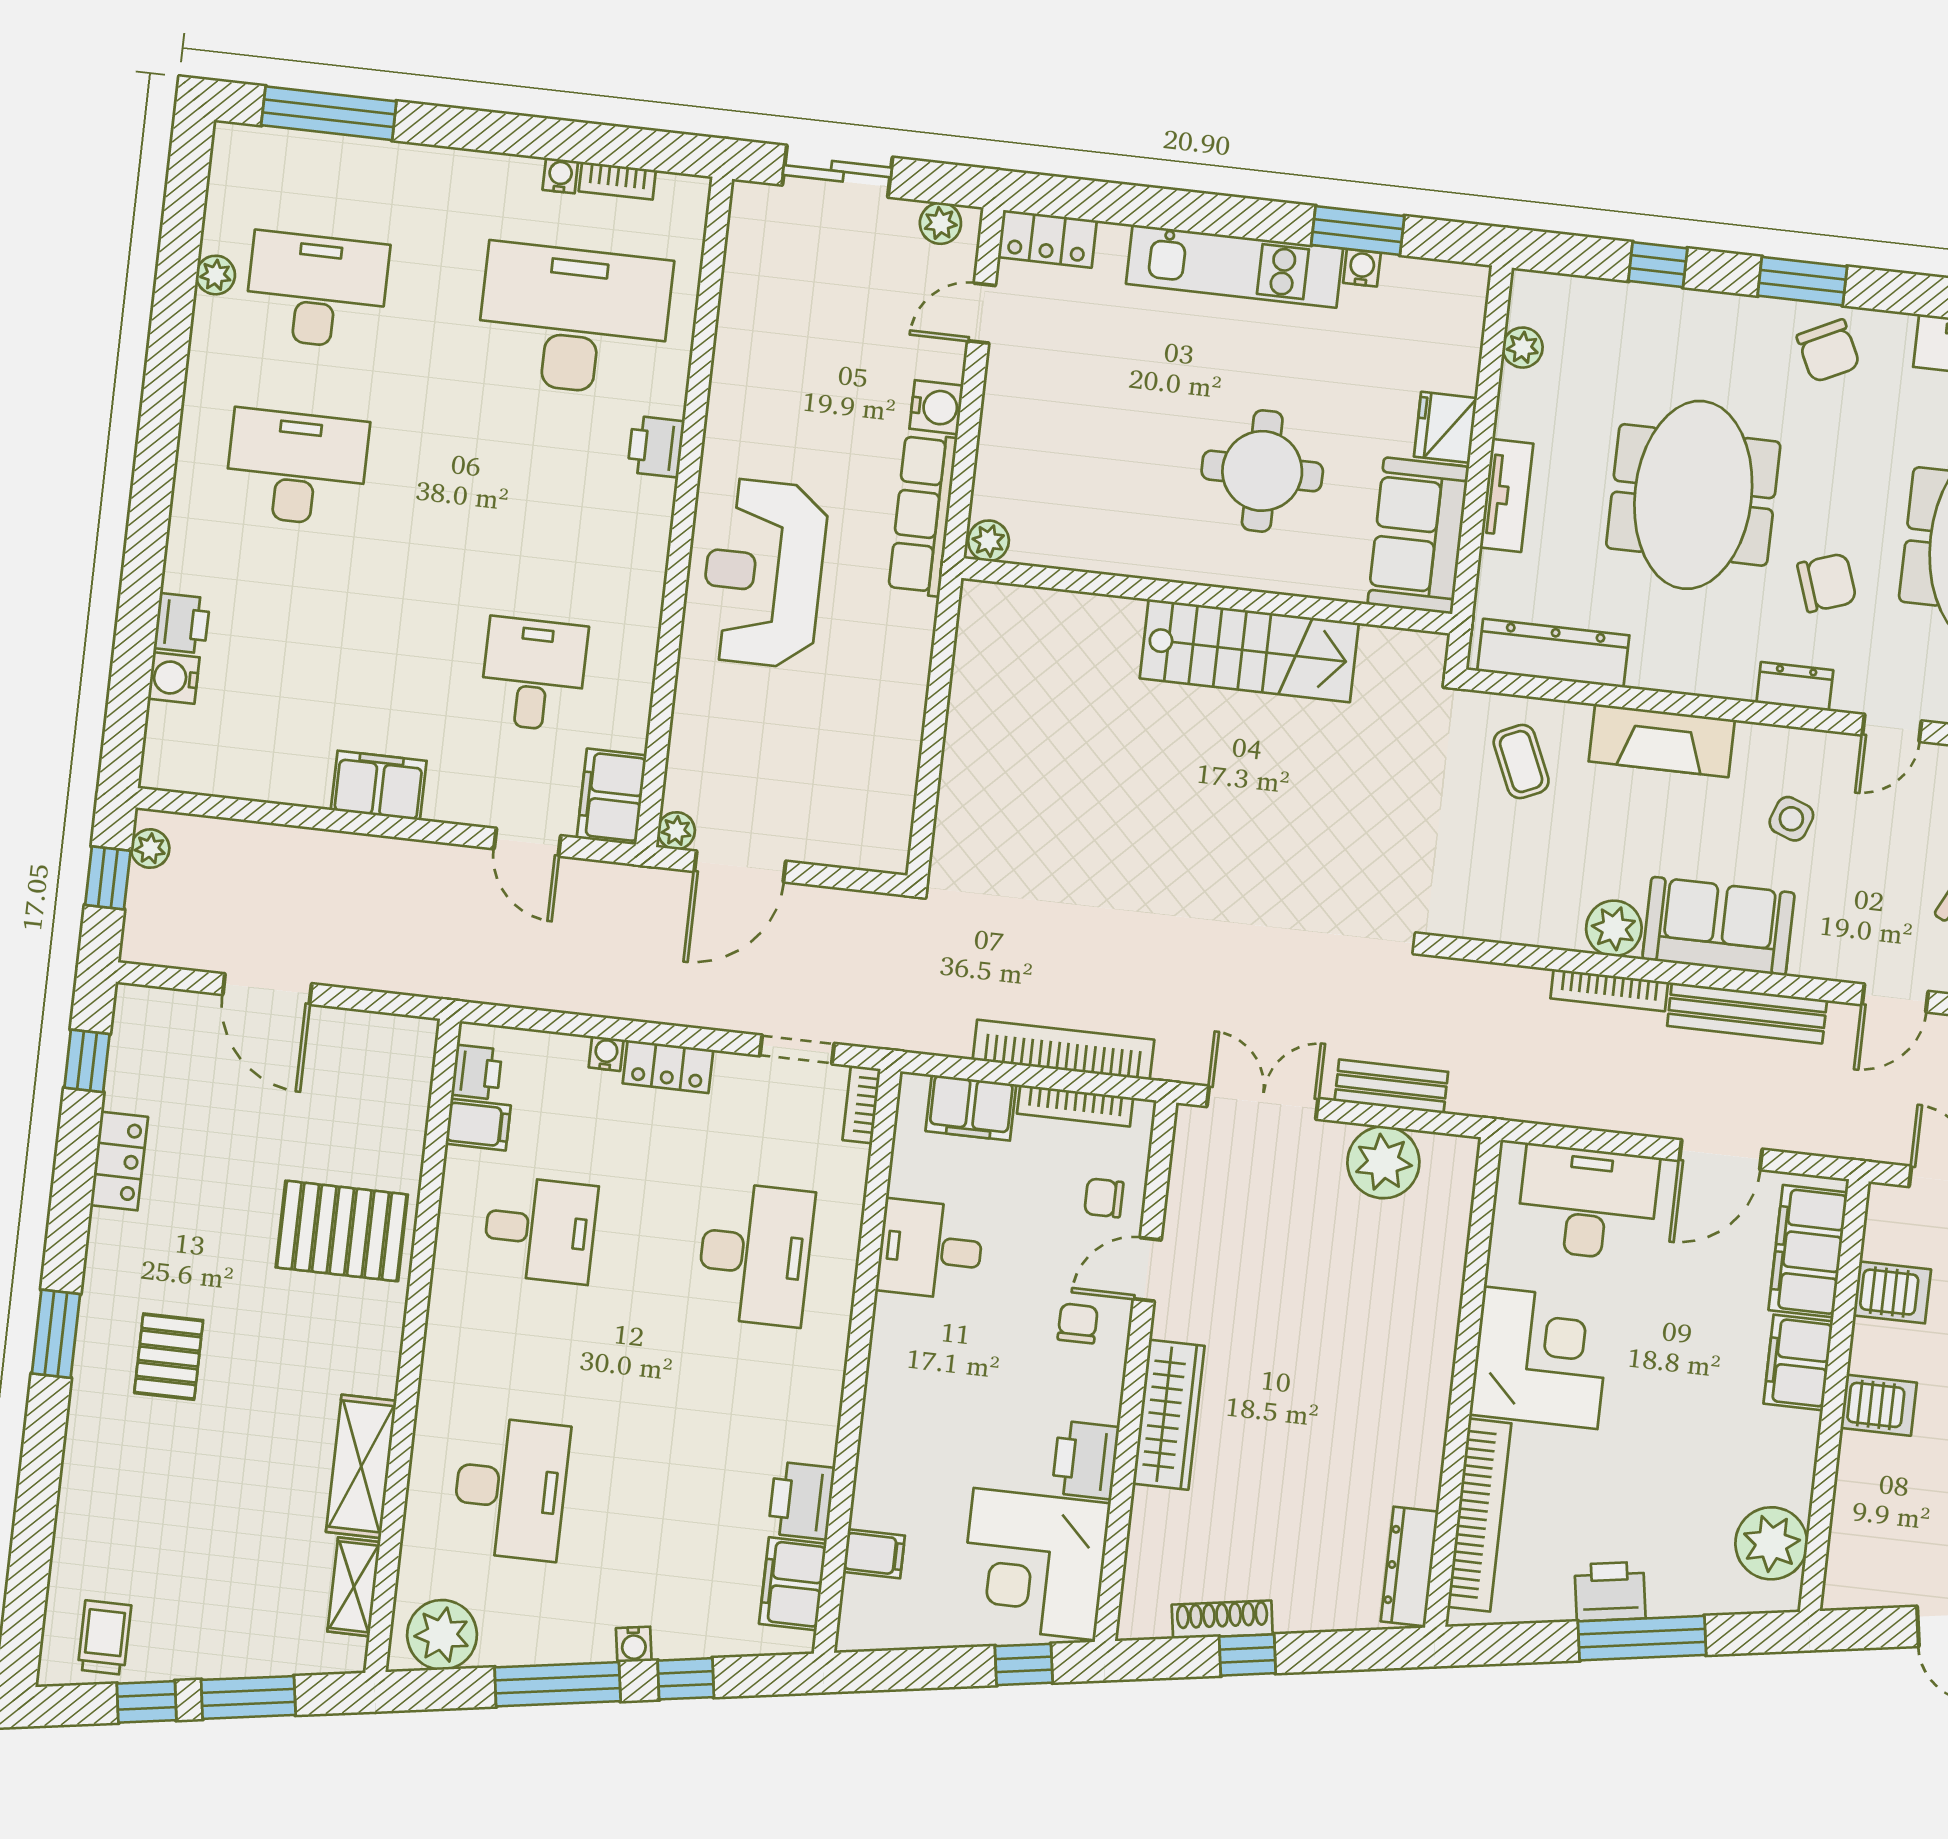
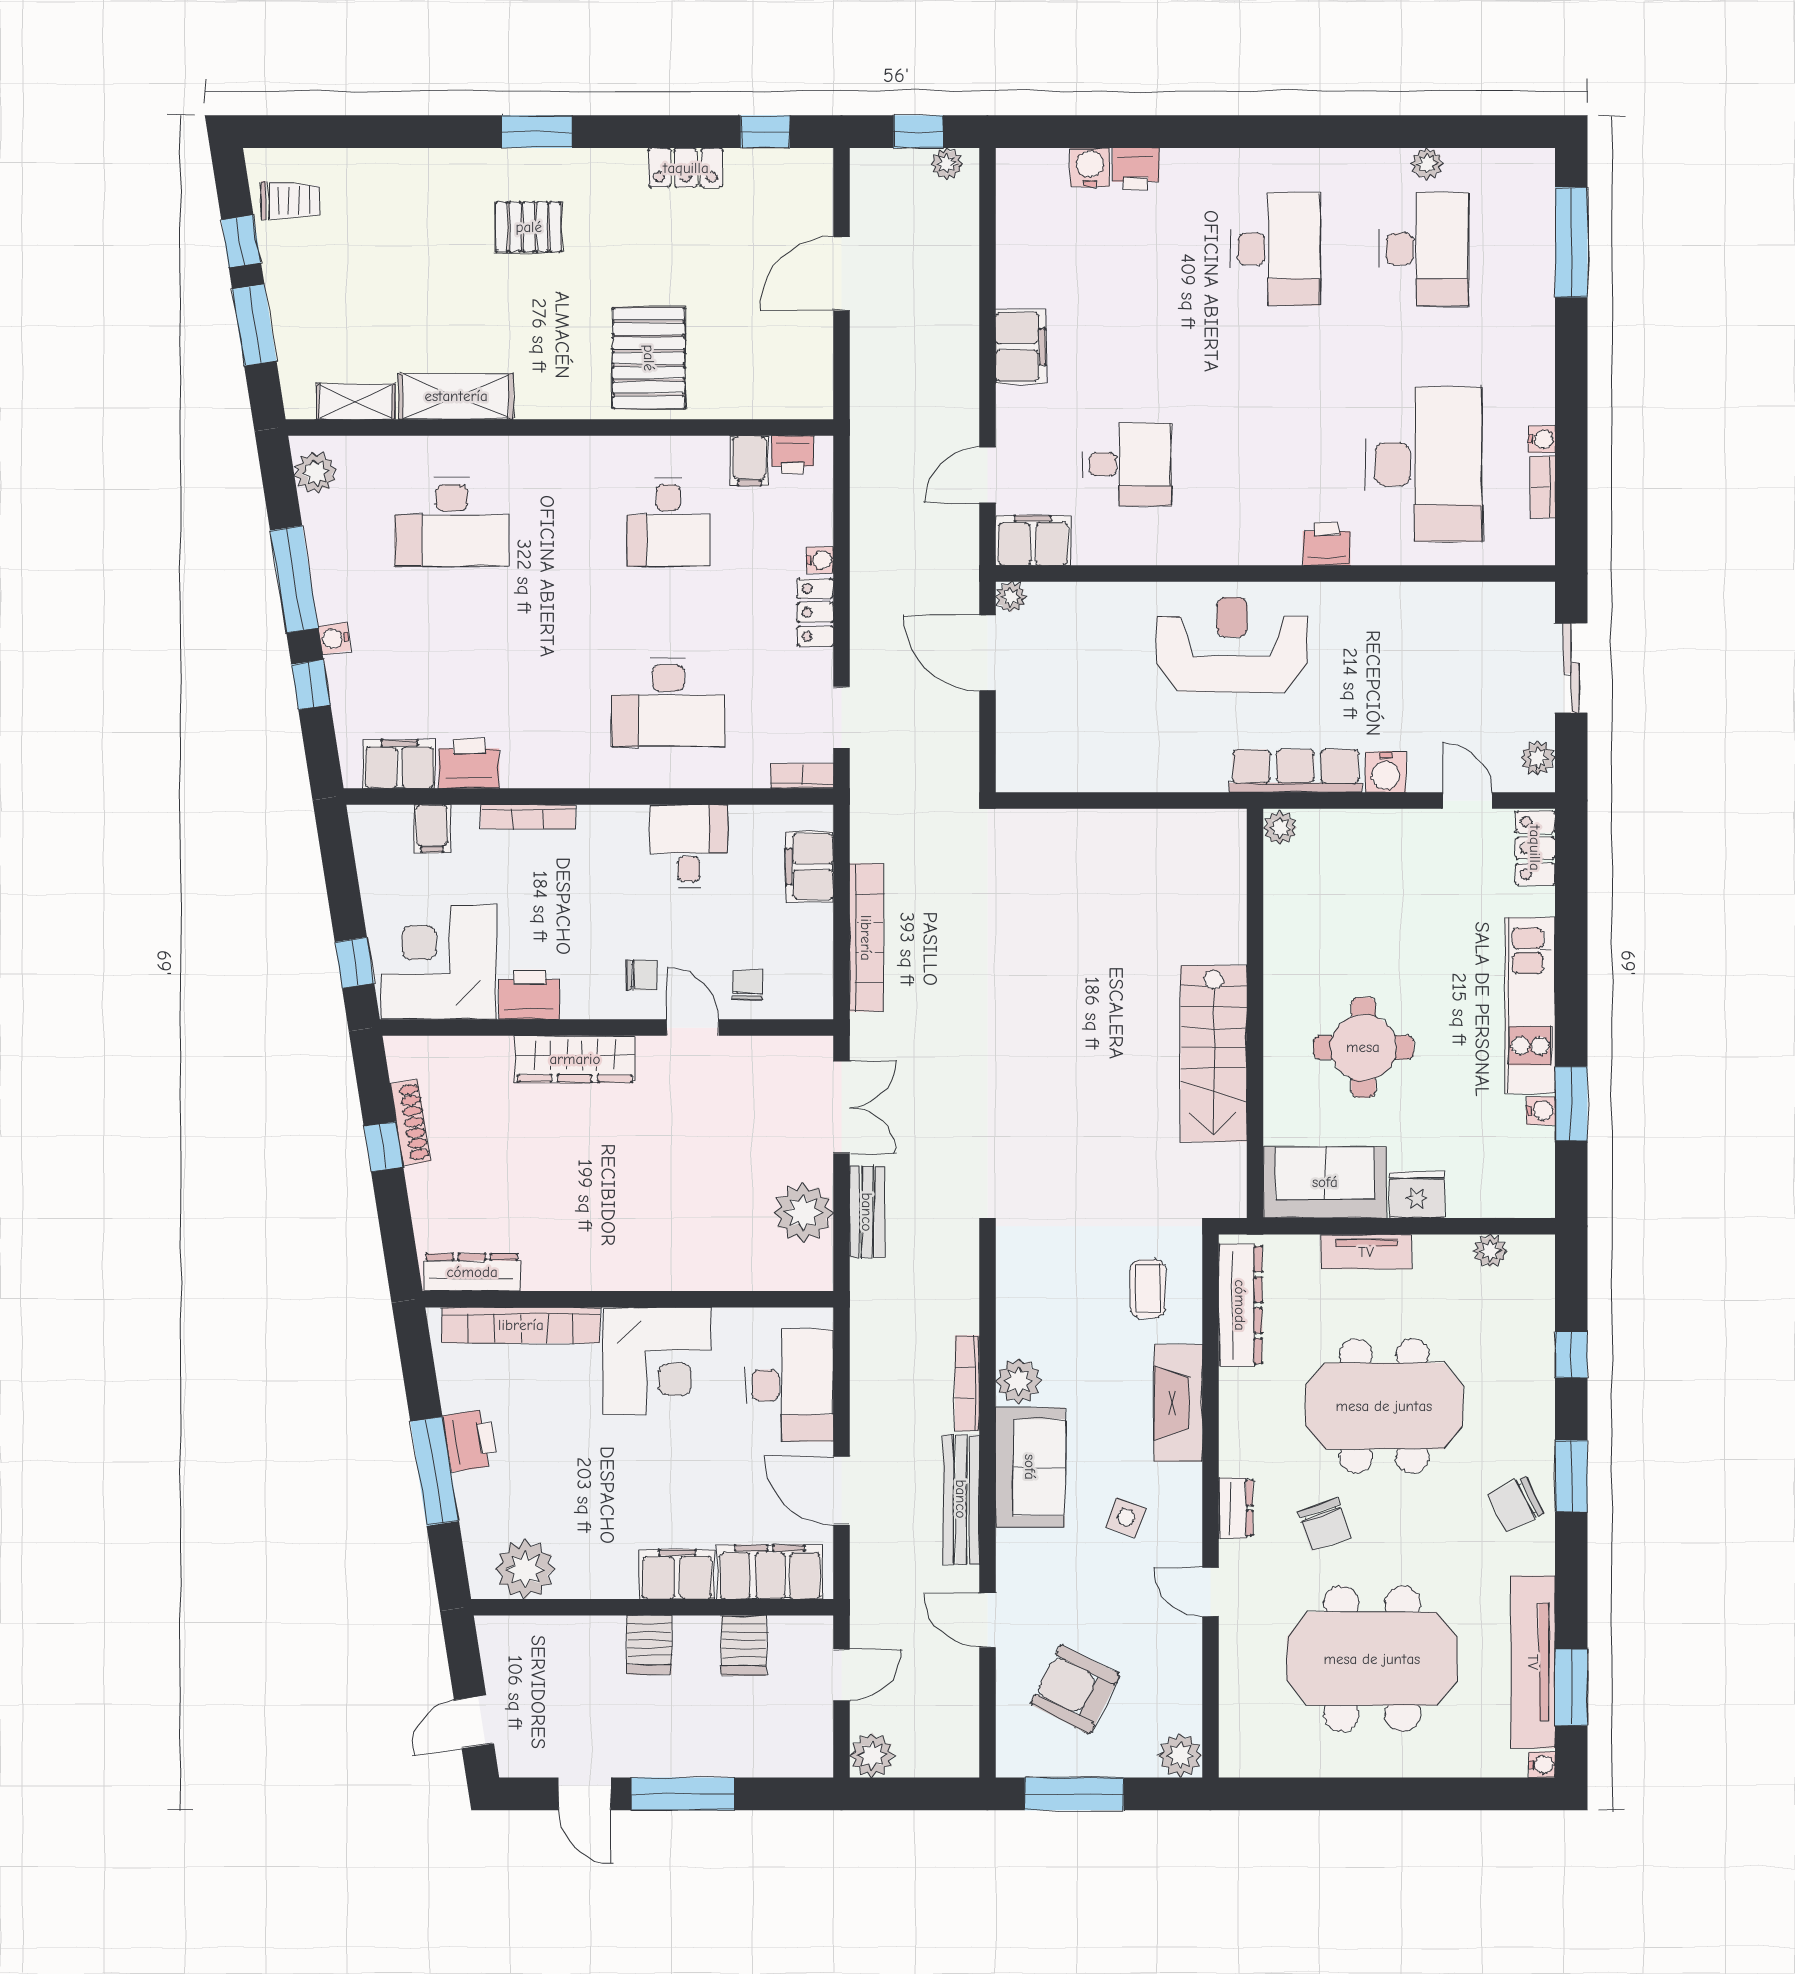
coffee table: (1521, 762) -> (1148, 1289), turned -66
bookcase: (1075, 1106) -> (528, 817), moved, turned -90
plant: (442, 1635) -> (315, 473), width x0.73, depth x0.73

